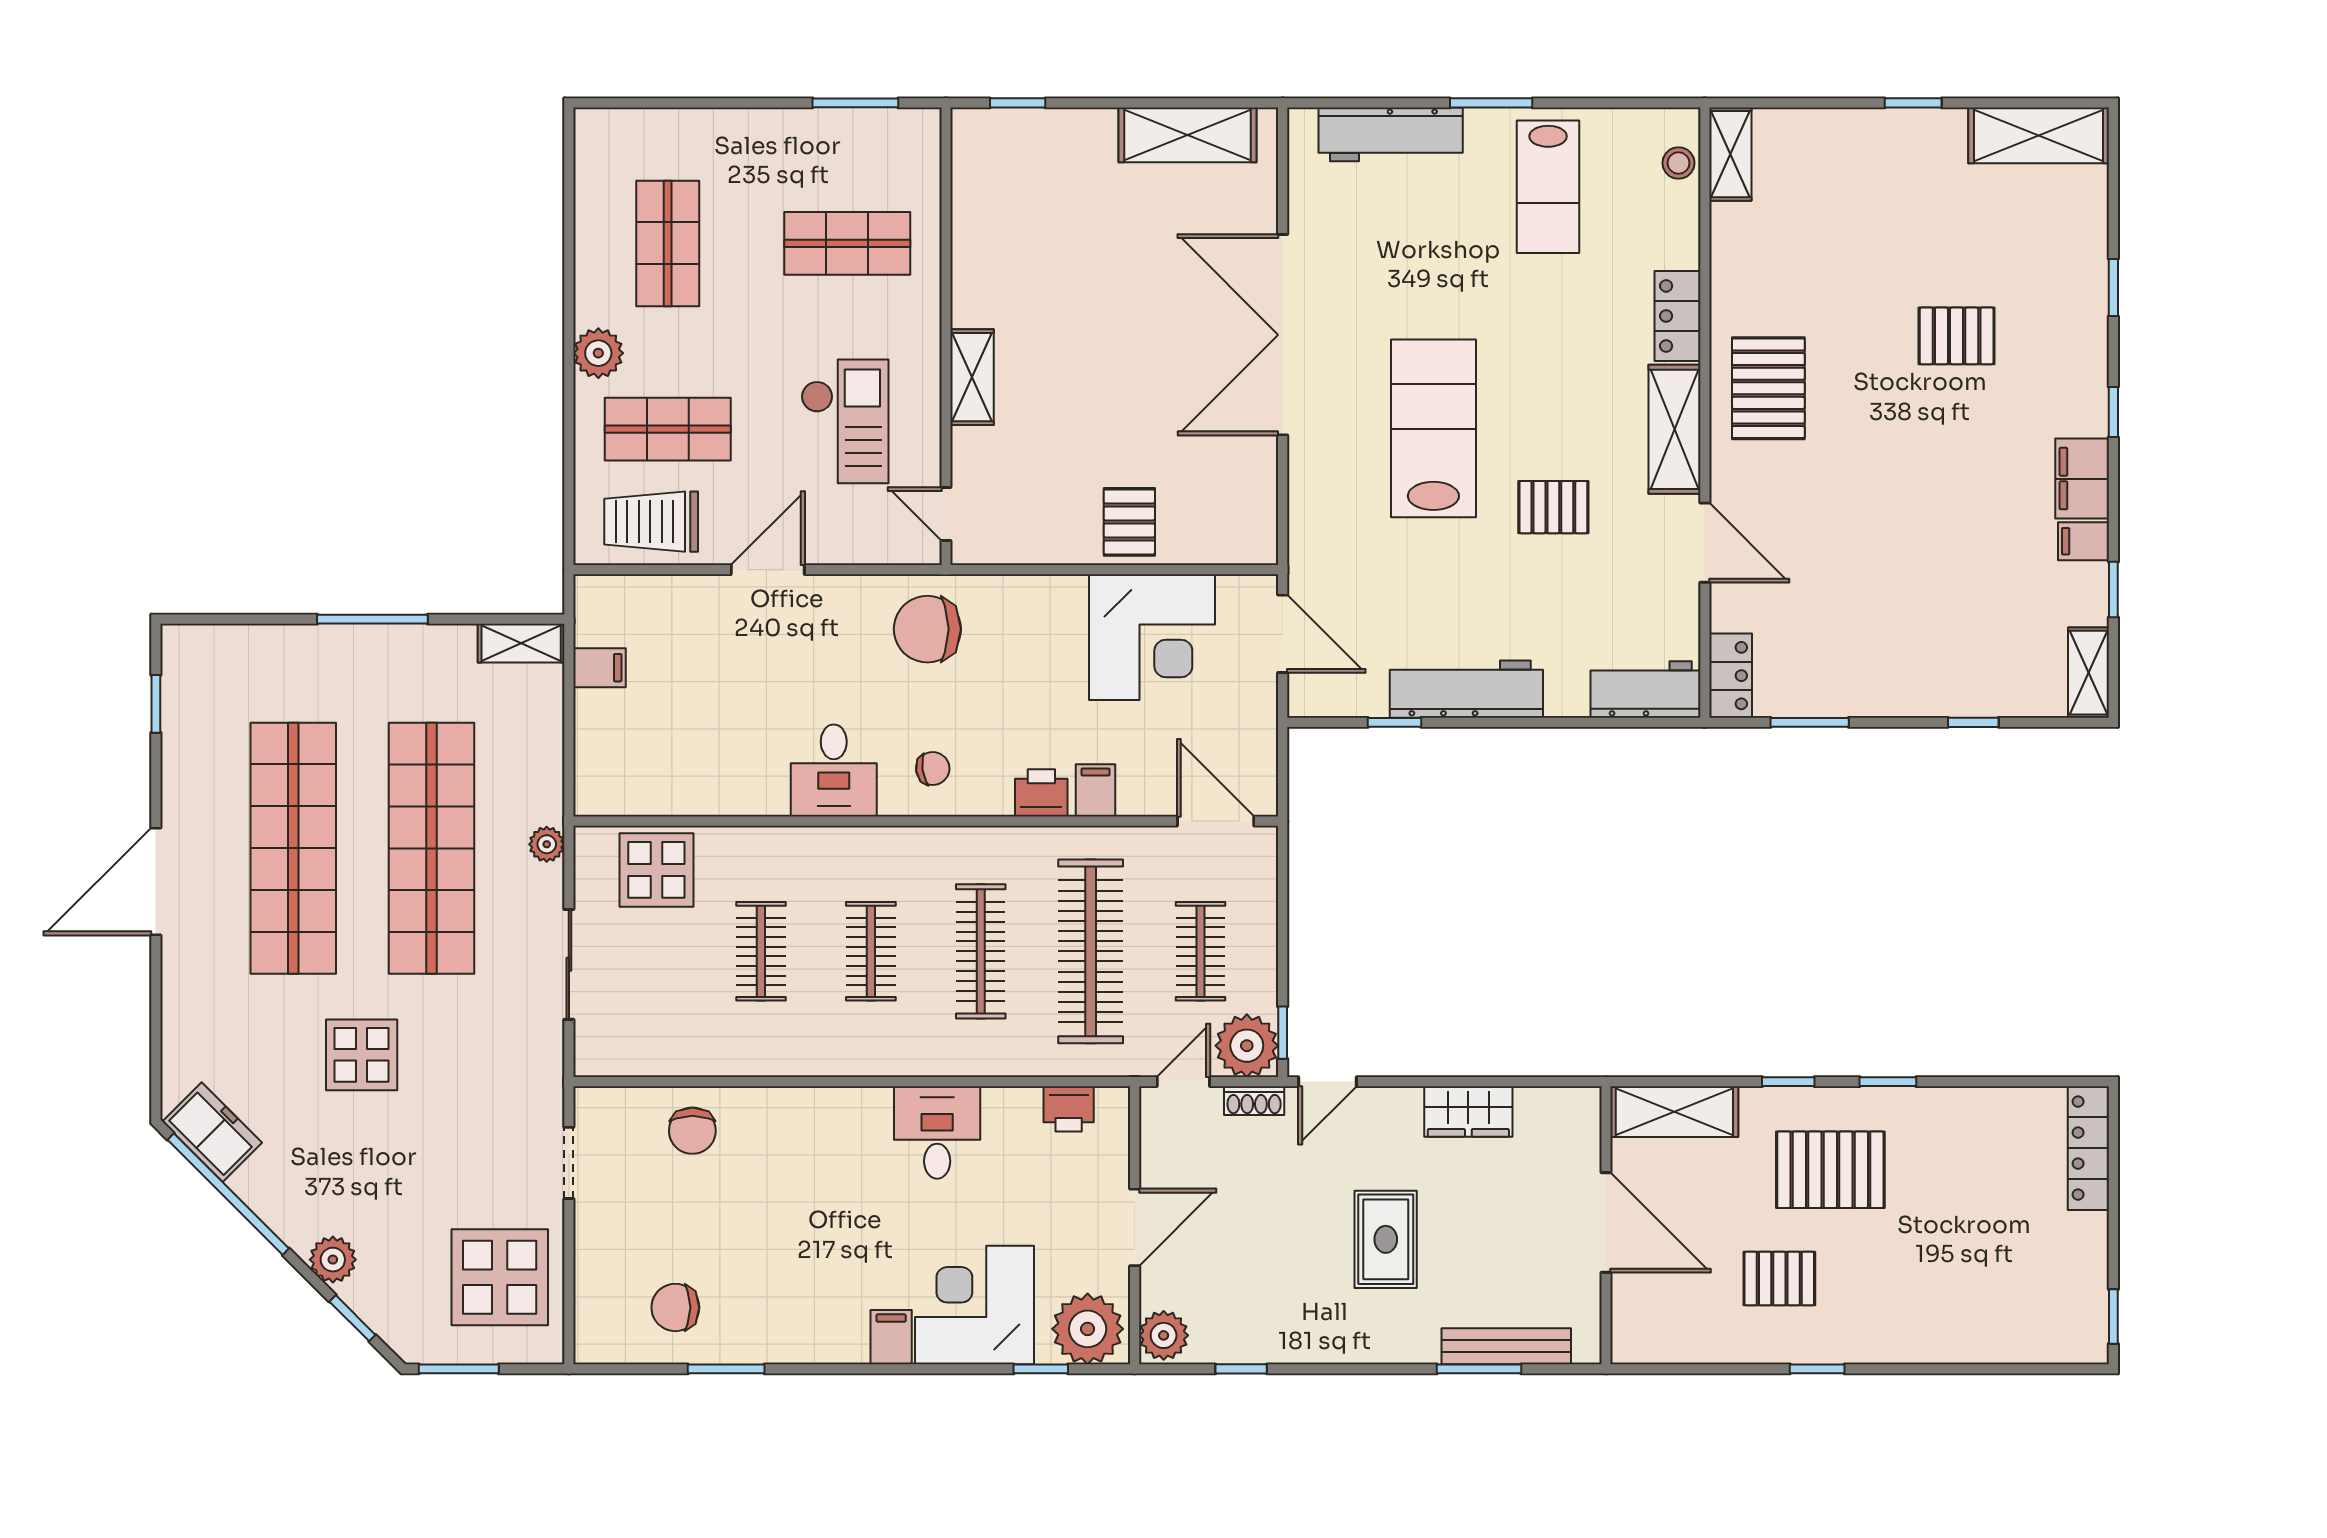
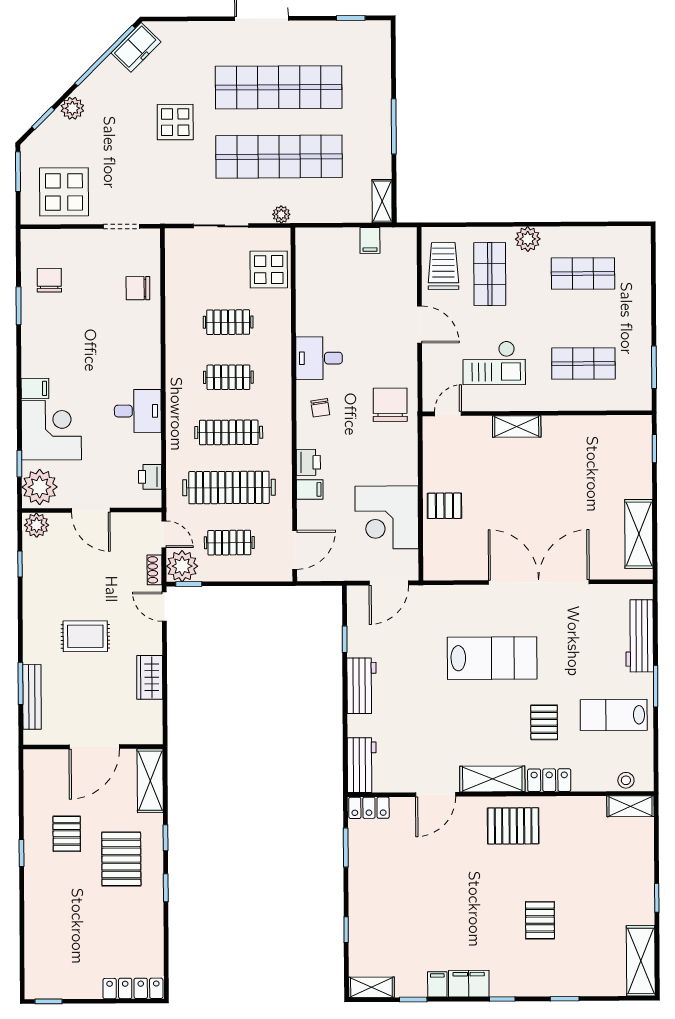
shop shelf: (847, 243) -> (583, 364), turned 90
pallet: (1553, 507) -> (544, 722), moved
workbench: (1466, 689) -> (362, 686), width x0.73

